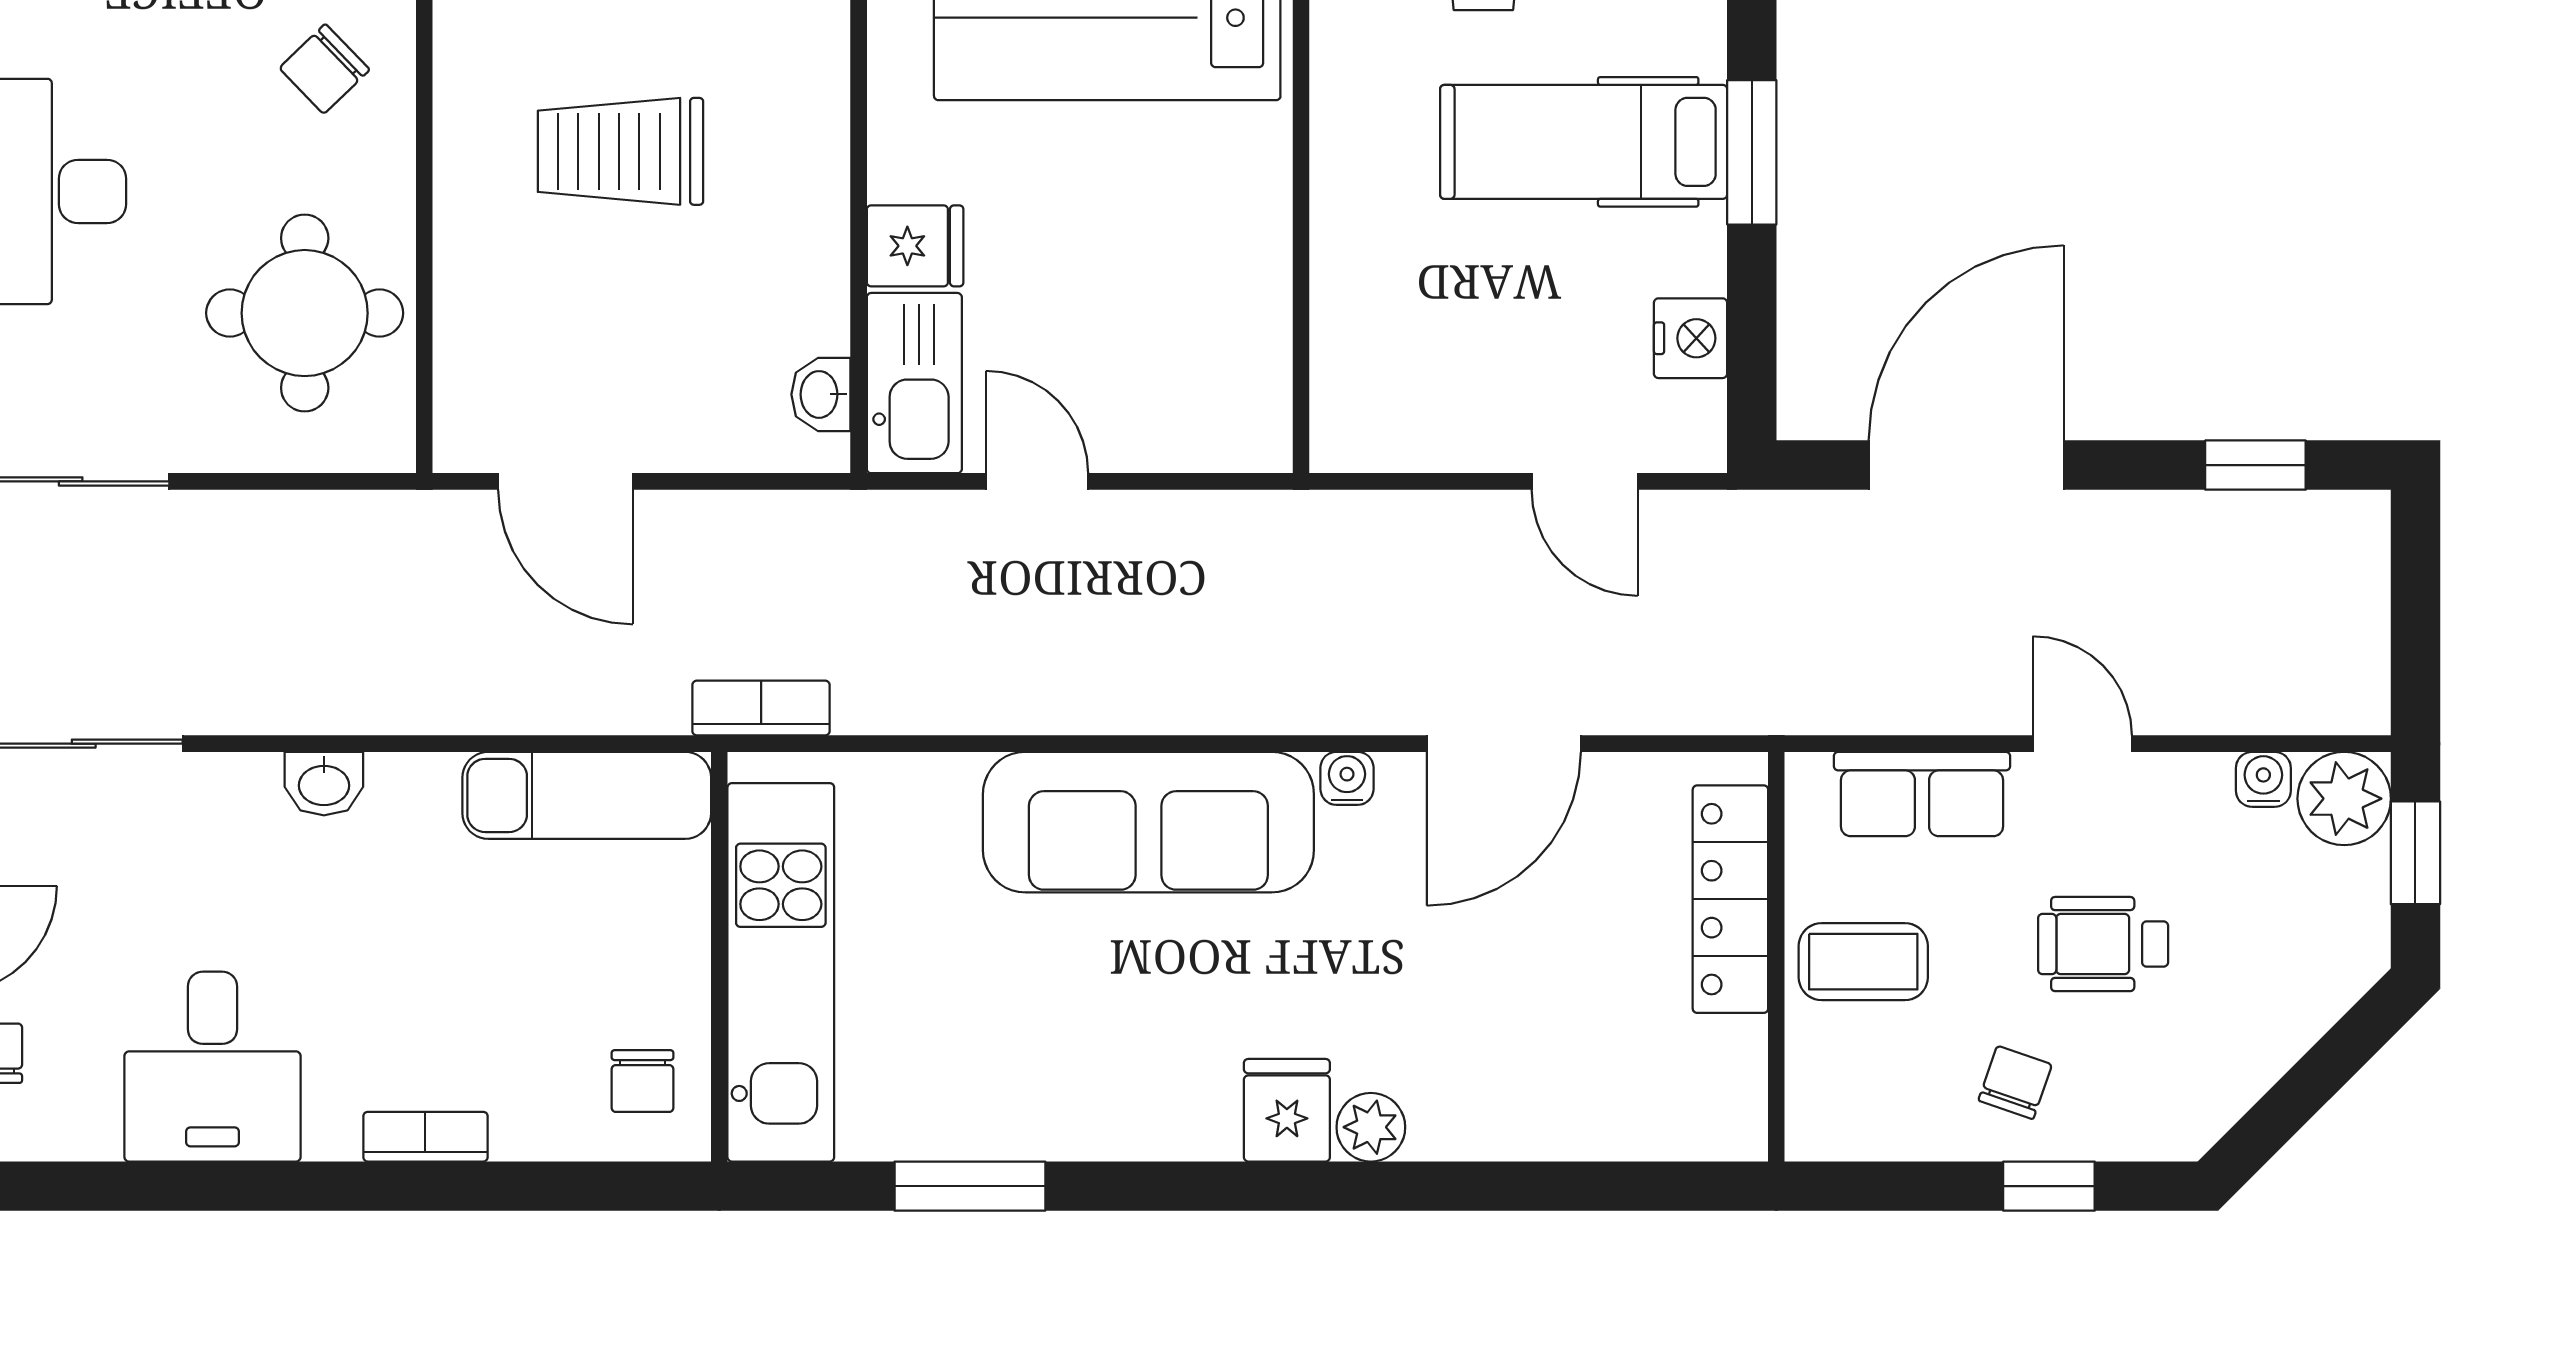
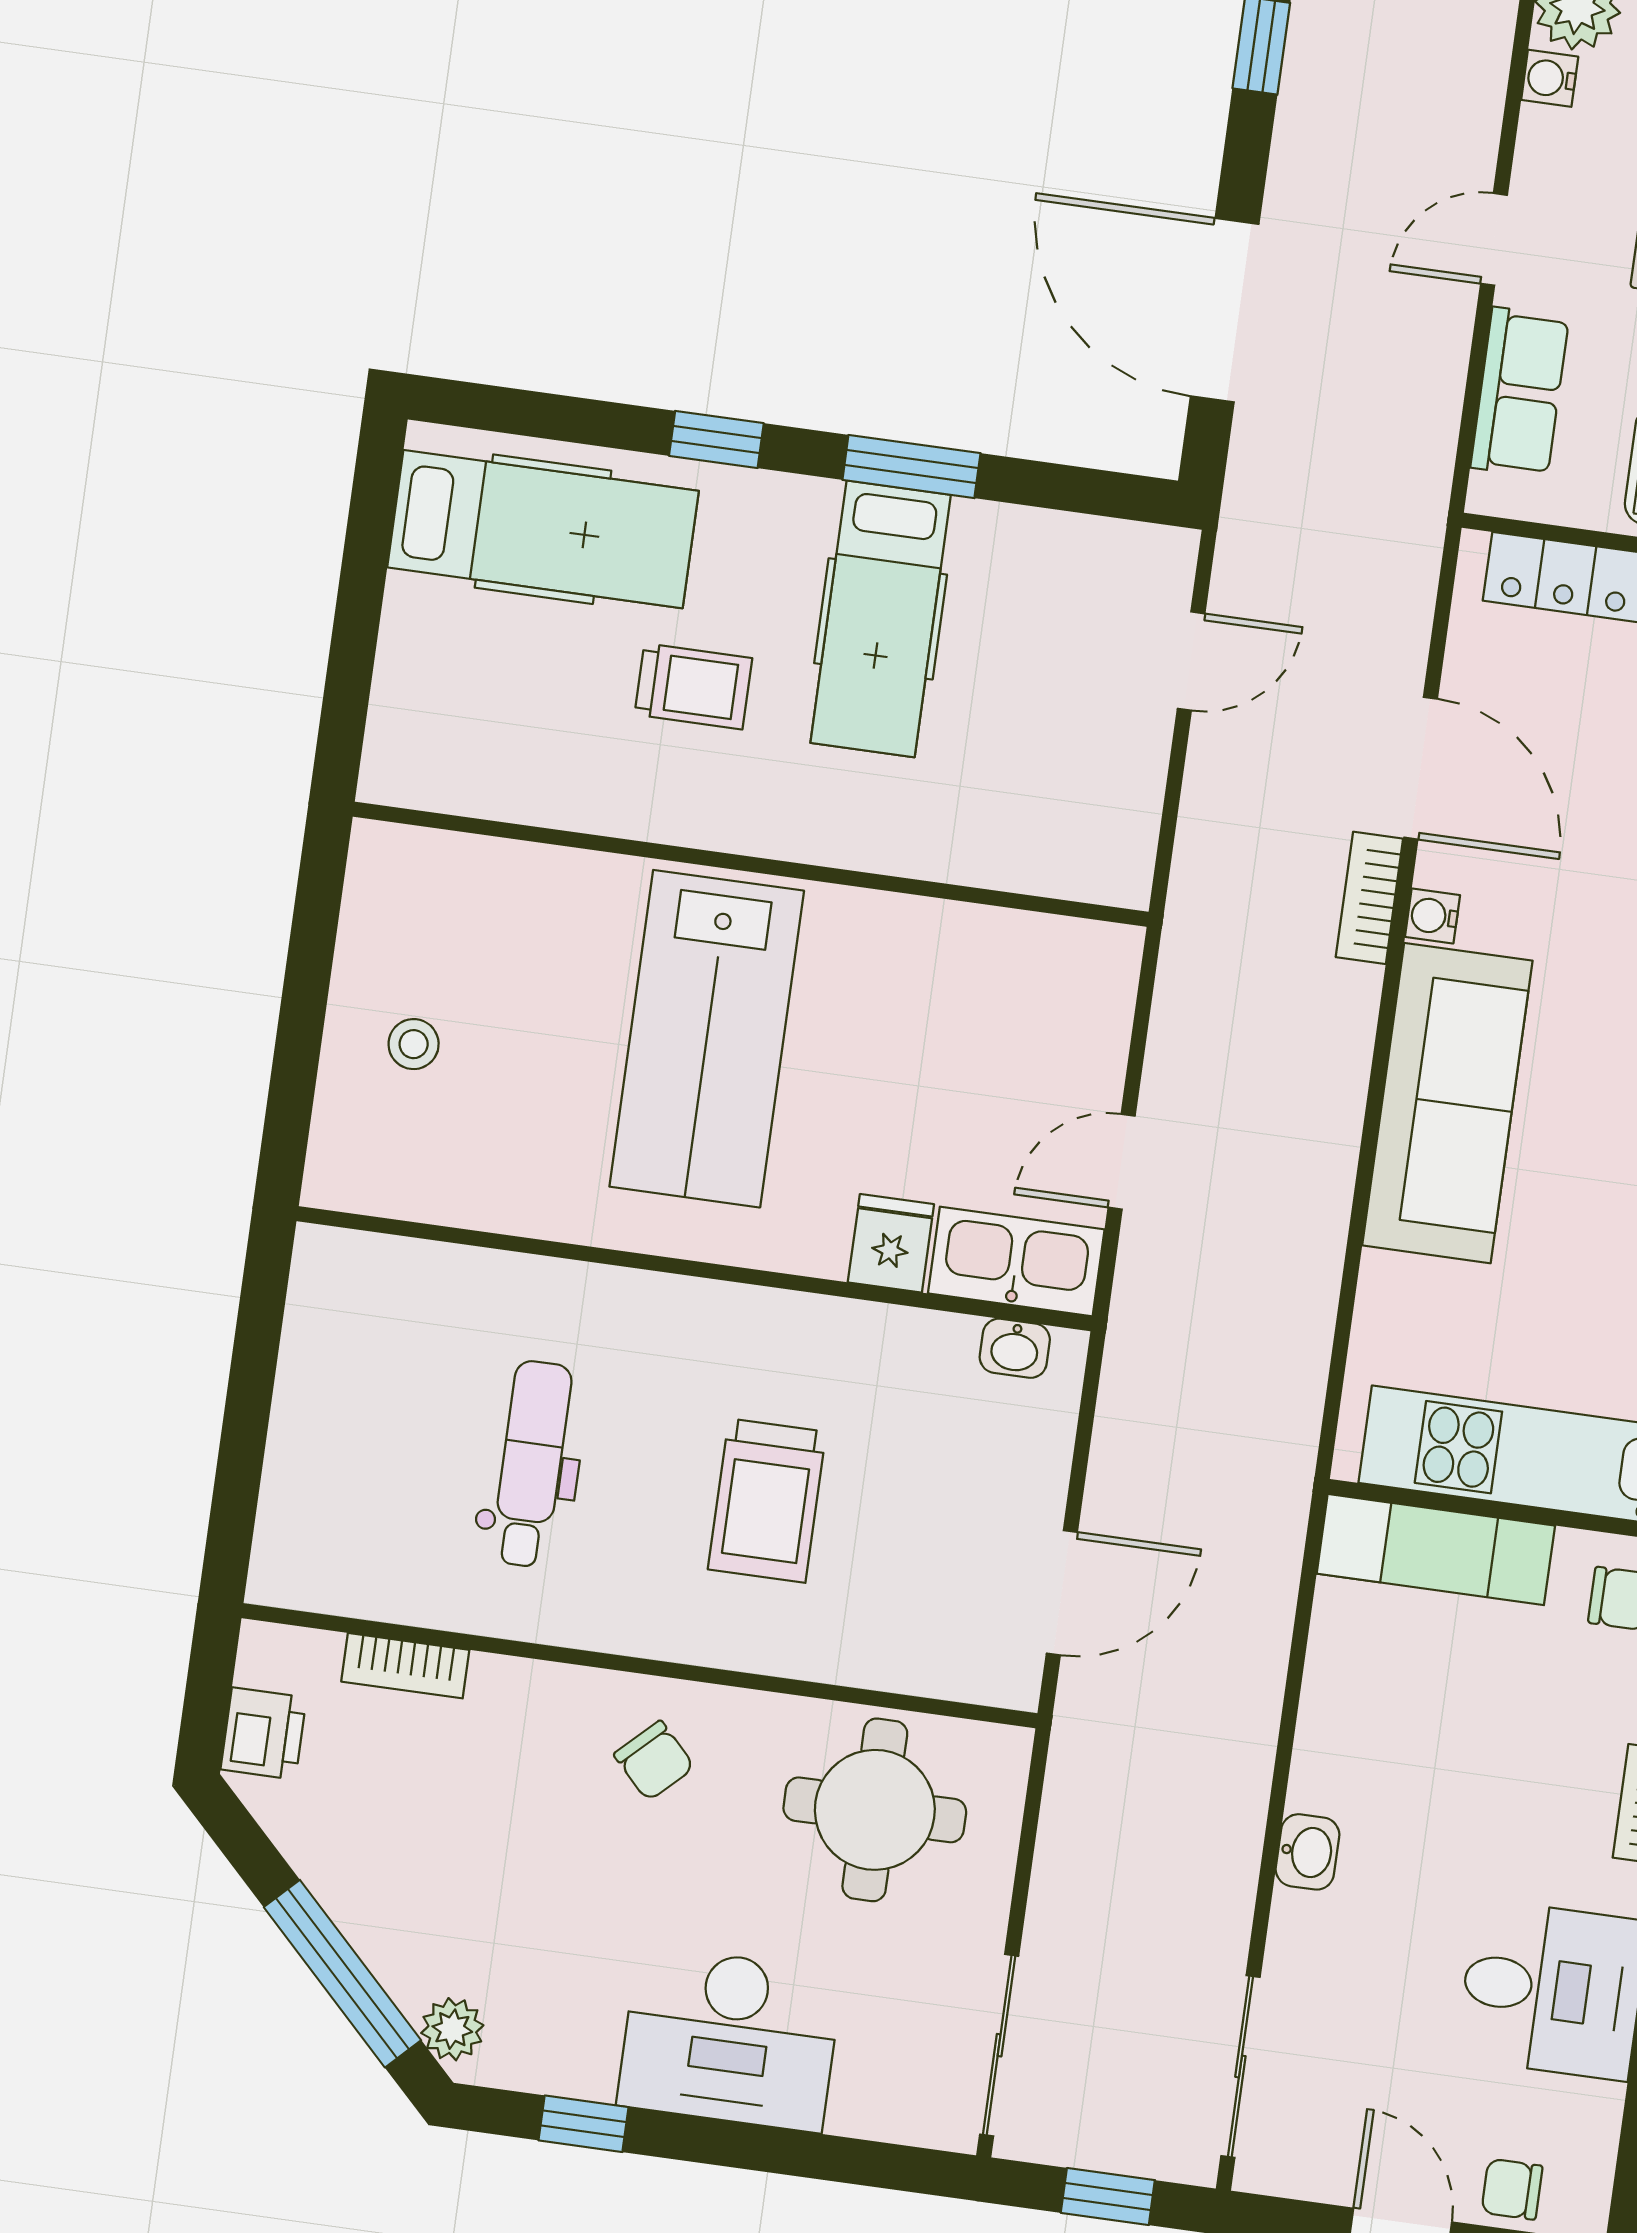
nightstand: (1691, 338) -> (1074, 546), removed
bookcase: (761, 708) -> (1369, 898), moved
exam couch: (587, 795) -> (1436, 1550), moved, turned 90

